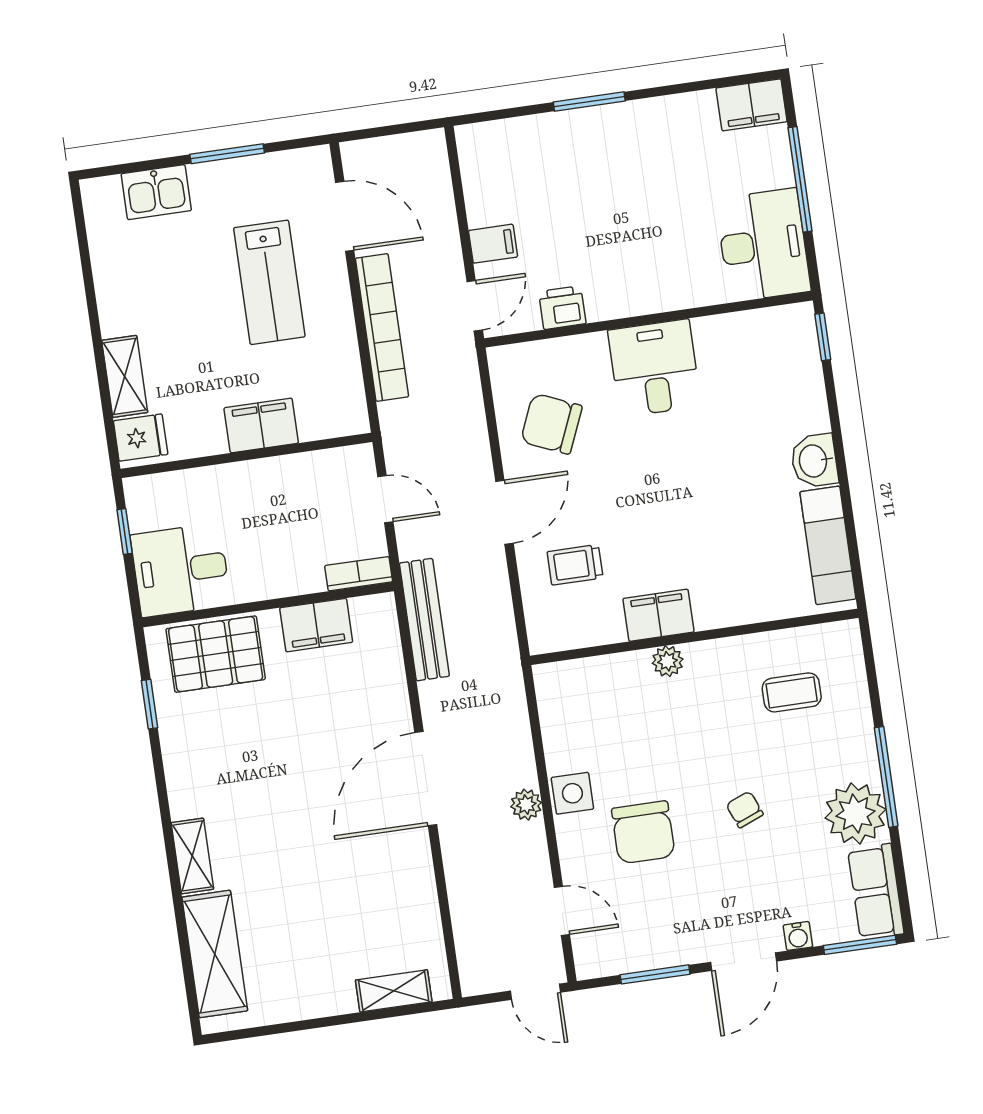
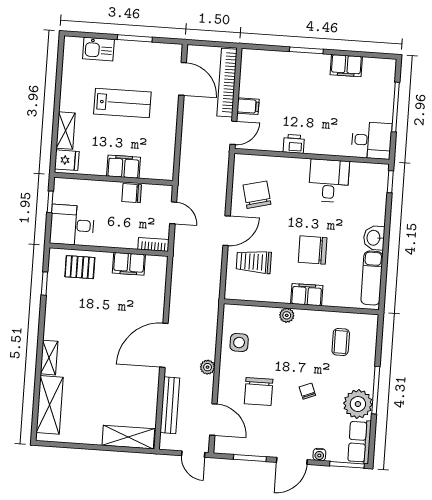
filing cabinet: (751, 105) -> (346, 66), moved
desk: (763, 245) -> (371, 140), width x0.73
lab bench: (269, 282) -> (122, 103), moved, turned -90
printer: (562, 308) -> (294, 144), moved
bookcase: (382, 327) -> (227, 83), moved, turned 180
desk: (654, 368) -> (329, 181), moved
chair: (551, 424) -> (257, 195), turned 53
chair: (290, 477) -> (132, 193), added
chair: (692, 514) -> (313, 250), added
trolley: (575, 565) -> (254, 262), width x1.36, depth x1.39
filing cabinet: (658, 615) -> (307, 295), moved
bench: (424, 620) -> (170, 405), moved
pallet: (216, 654) -> (80, 267), width x0.67, depth x0.71
coffee table: (792, 692) -> (341, 342), turned 90
side table: (572, 793) -> (239, 342), moved
door: (562, 911) -> (213, 420), width x1.38
shelving: (394, 991) -> (128, 437), width x1.50, depth x1.33

